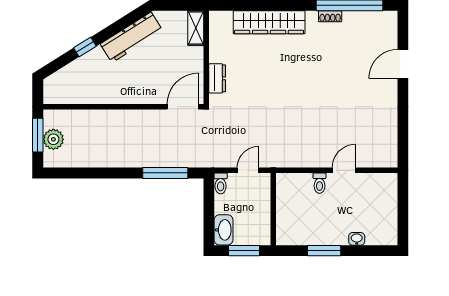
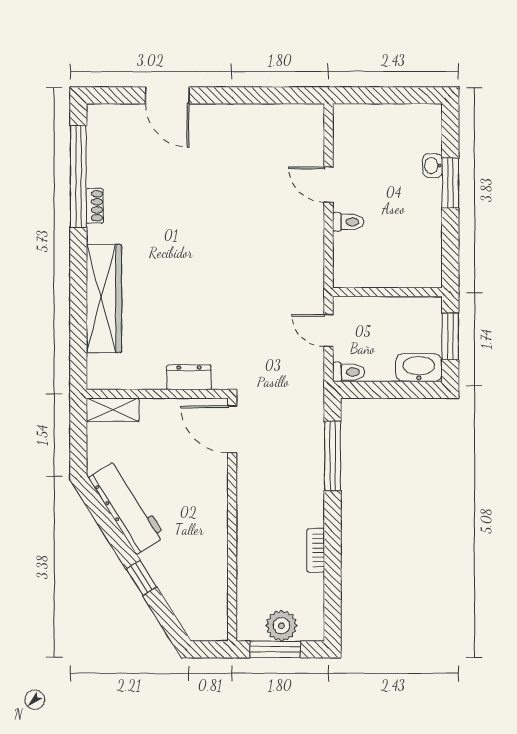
bookcase: (103, 162) -> (316, 550), added
window: (324, 251) -> (450, 183), moved

